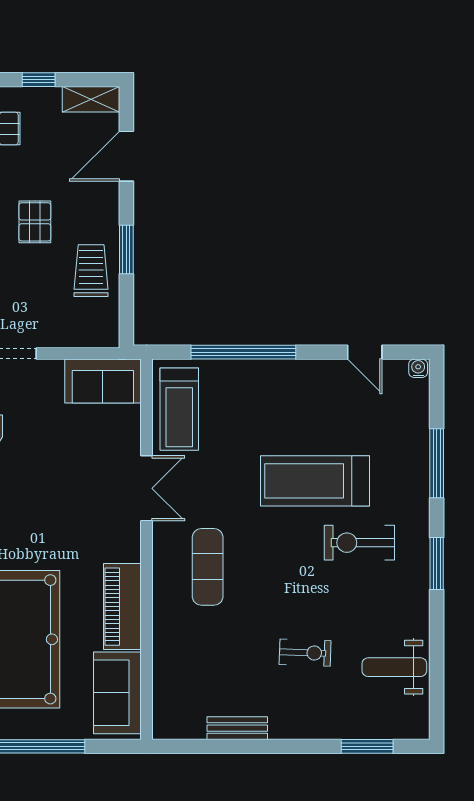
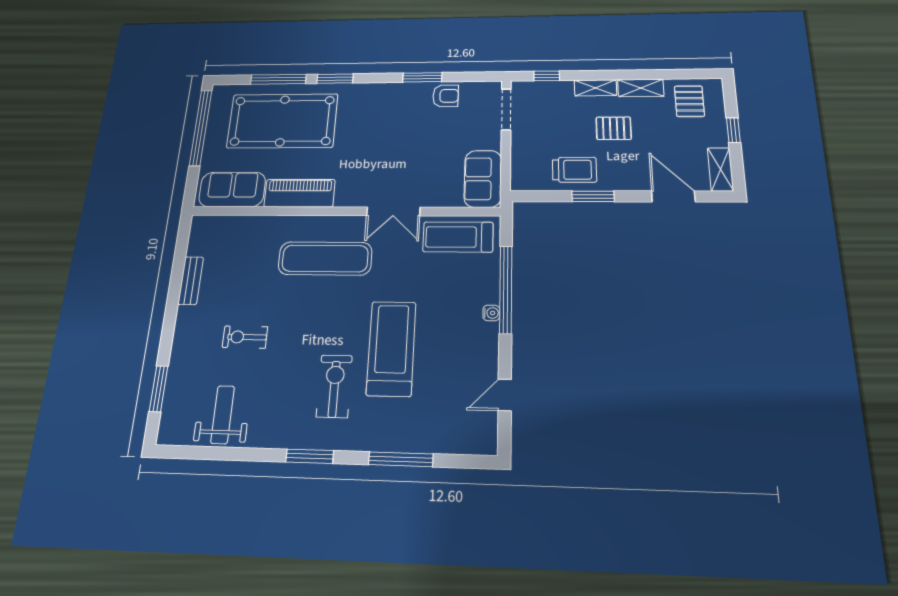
water cooler: (418, 368) -> (491, 313), moved
exercise mat: (208, 567) -> (325, 258), width x1.36, depth x1.45
exercise bike: (305, 653) -> (245, 337), turned 88

